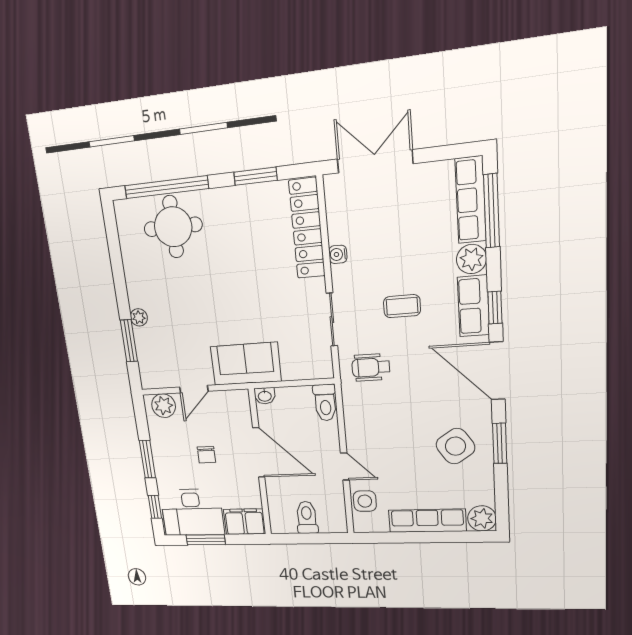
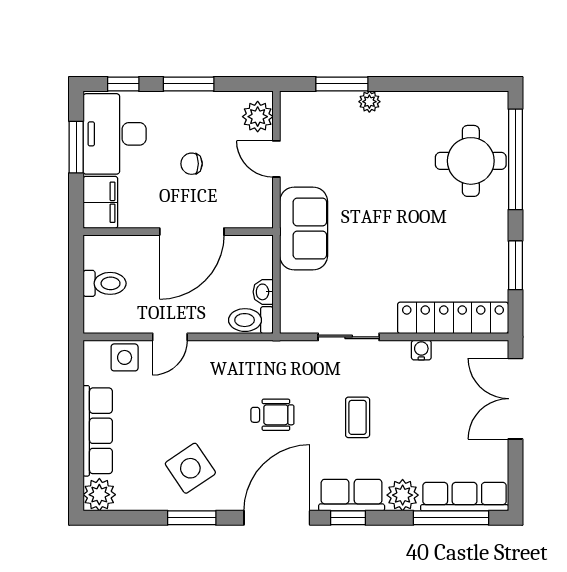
double door: (375, 161) -> (515, 399), swing flipped
wheelchair: (371, 367) -> (272, 415), moved, turned 90
washbasin: (265, 396) -> (263, 292), moved

